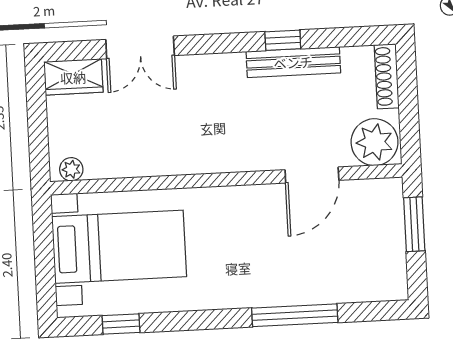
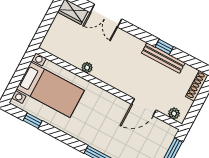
plant: (375, 142) -> (174, 113), width x0.53, depth x0.53
plant: (71, 169) -> (87, 68), moved

